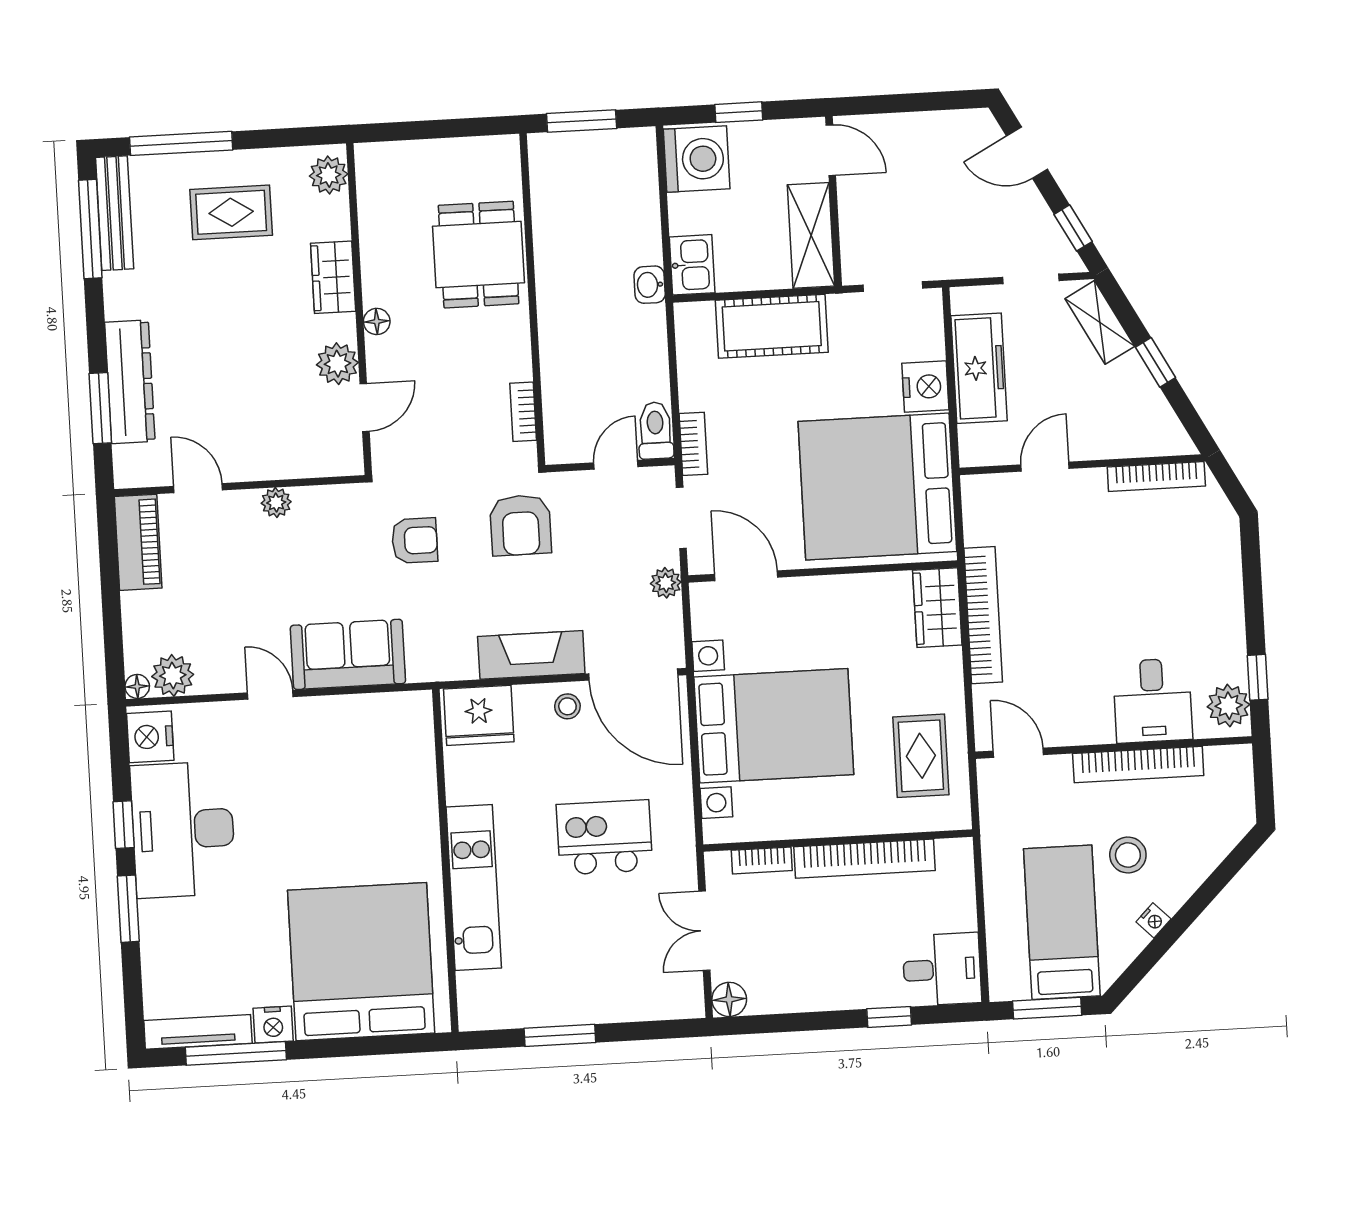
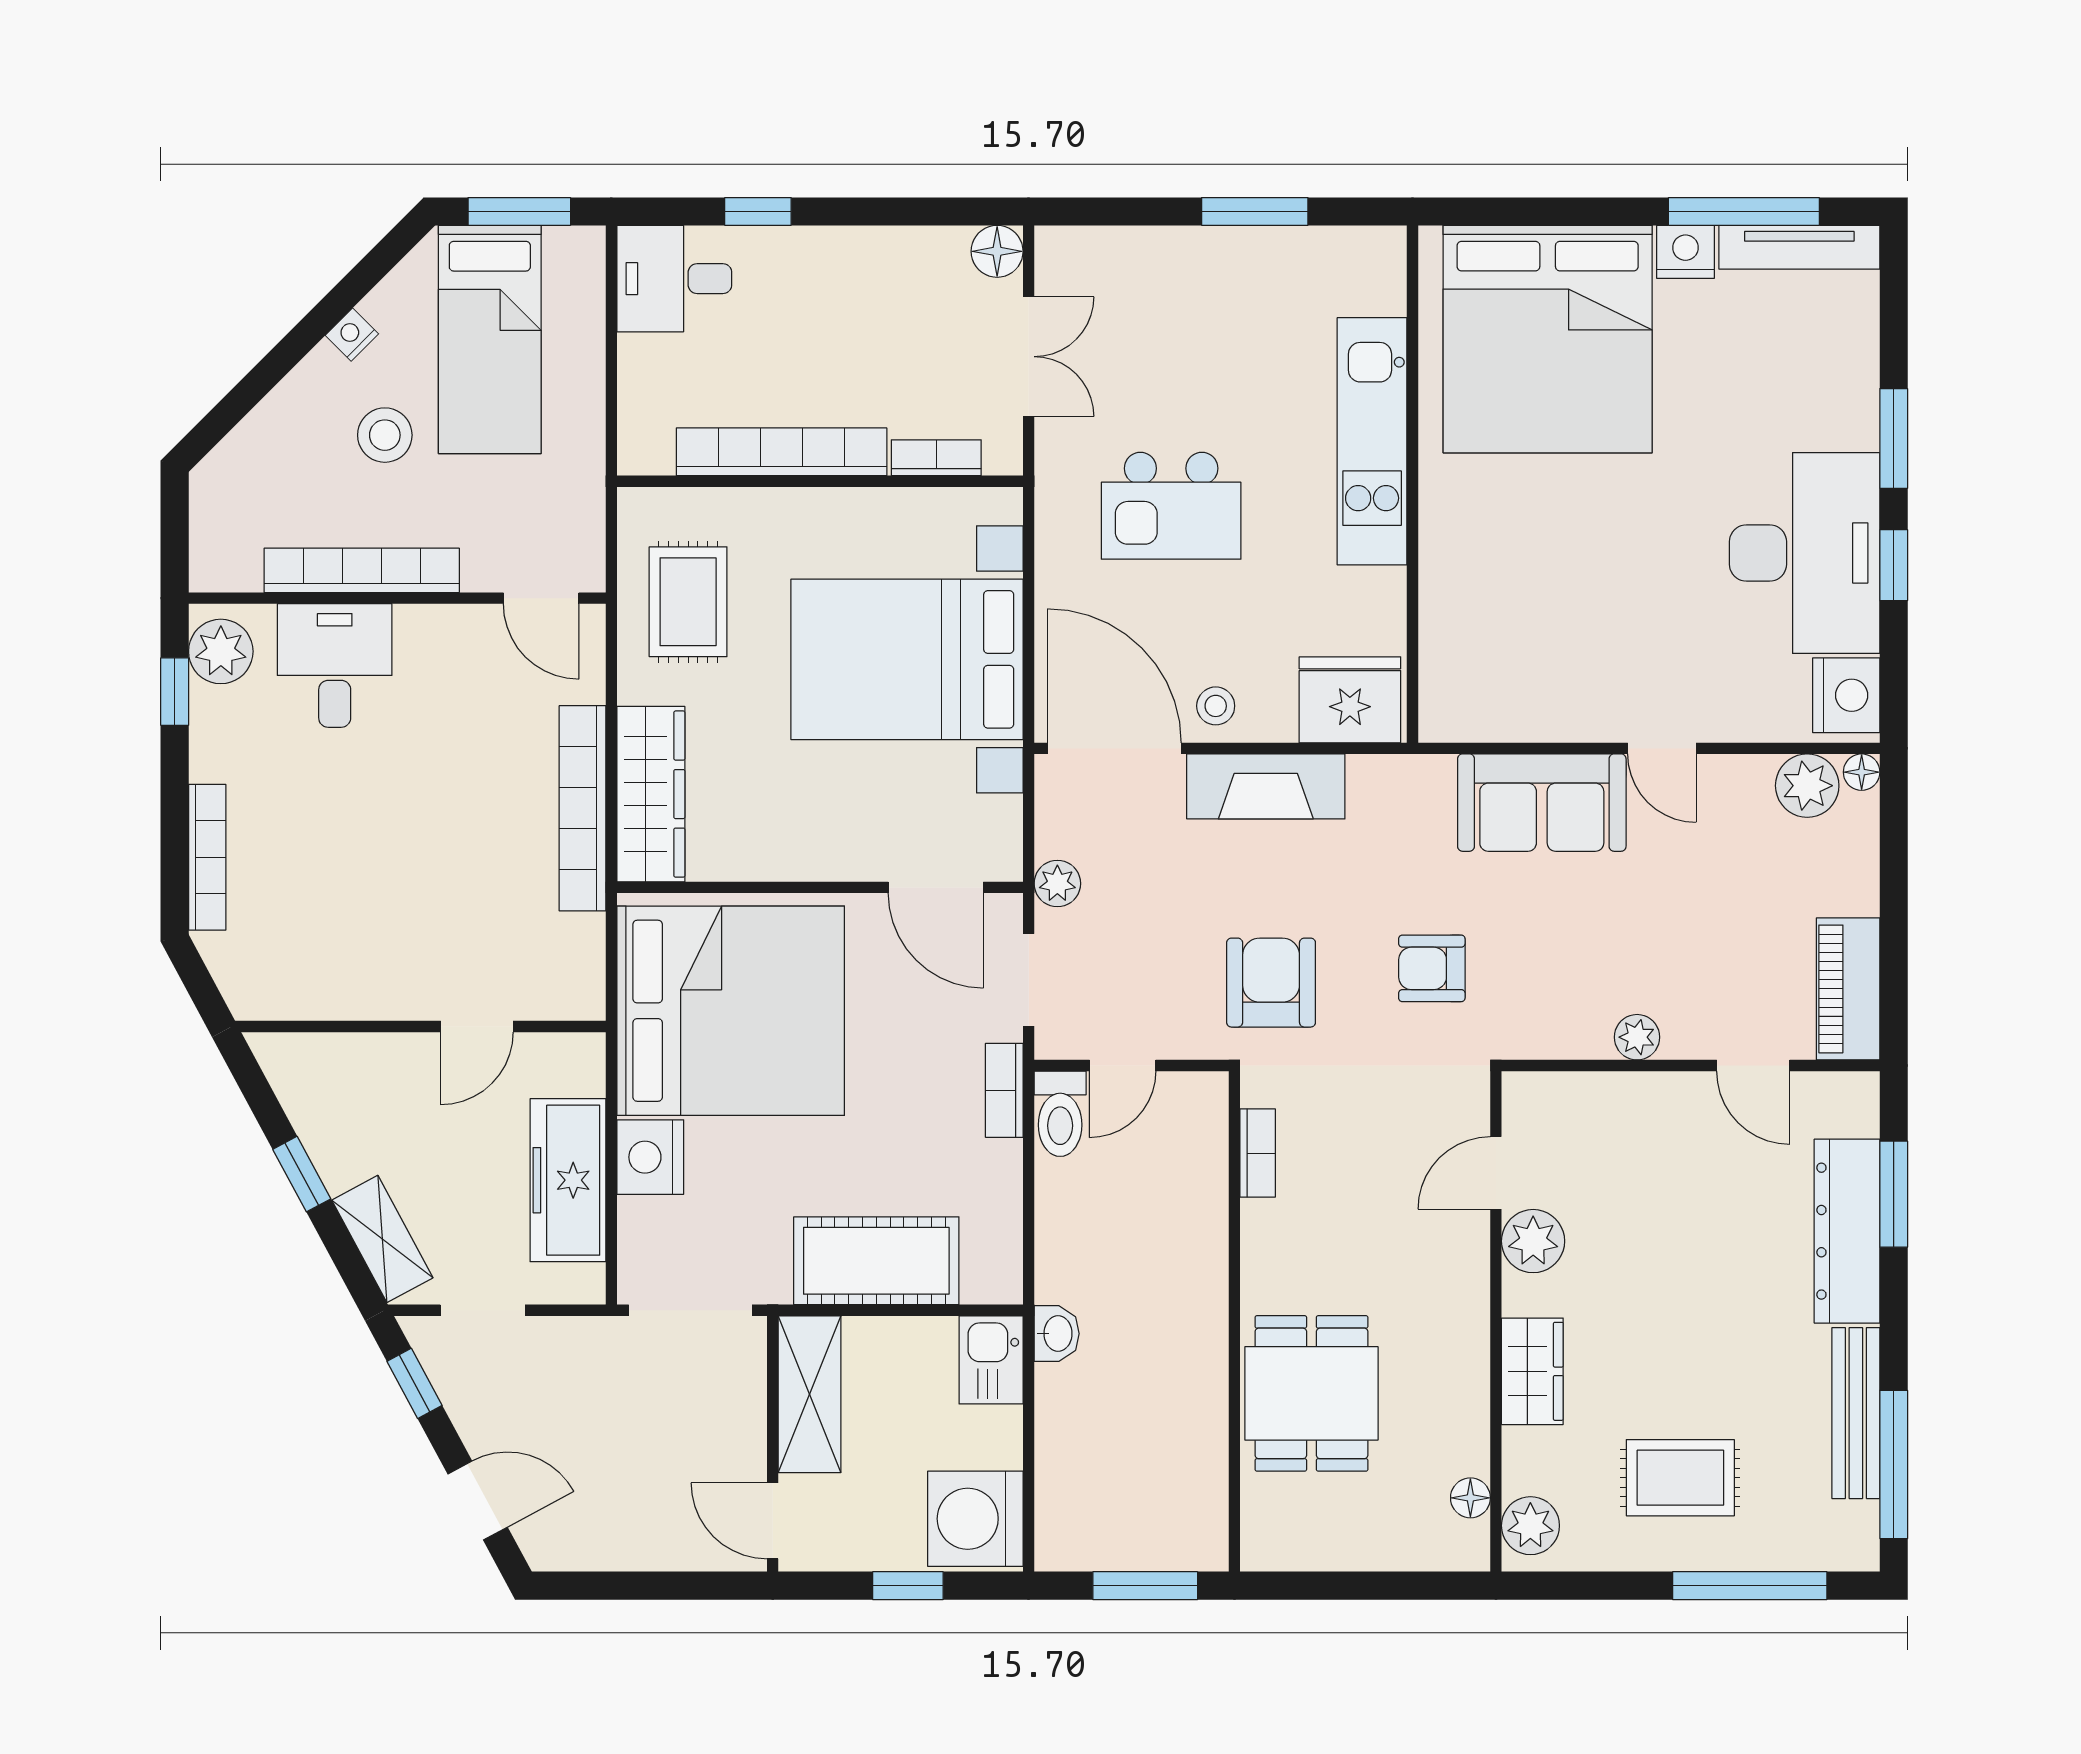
bench: (115, 213) -> (1856, 1413), moved
doorway: (893, 287) -> (690, 1310), width x1.38
floor lamp: (377, 321) -> (1470, 1498), moved
bookcase: (1156, 477) -> (207, 857), moved, turned 90
wardrobe: (937, 608) -> (651, 794), width x1.50

